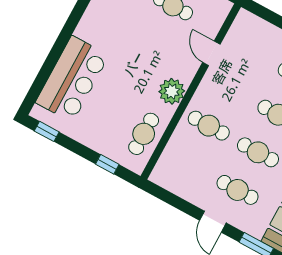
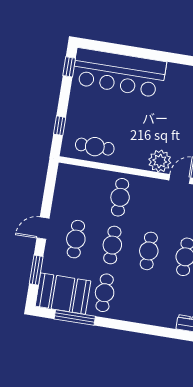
bar counter: (72, 79) -> (119, 73), width x1.36
plant: (172, 91) -> (160, 161), moved

